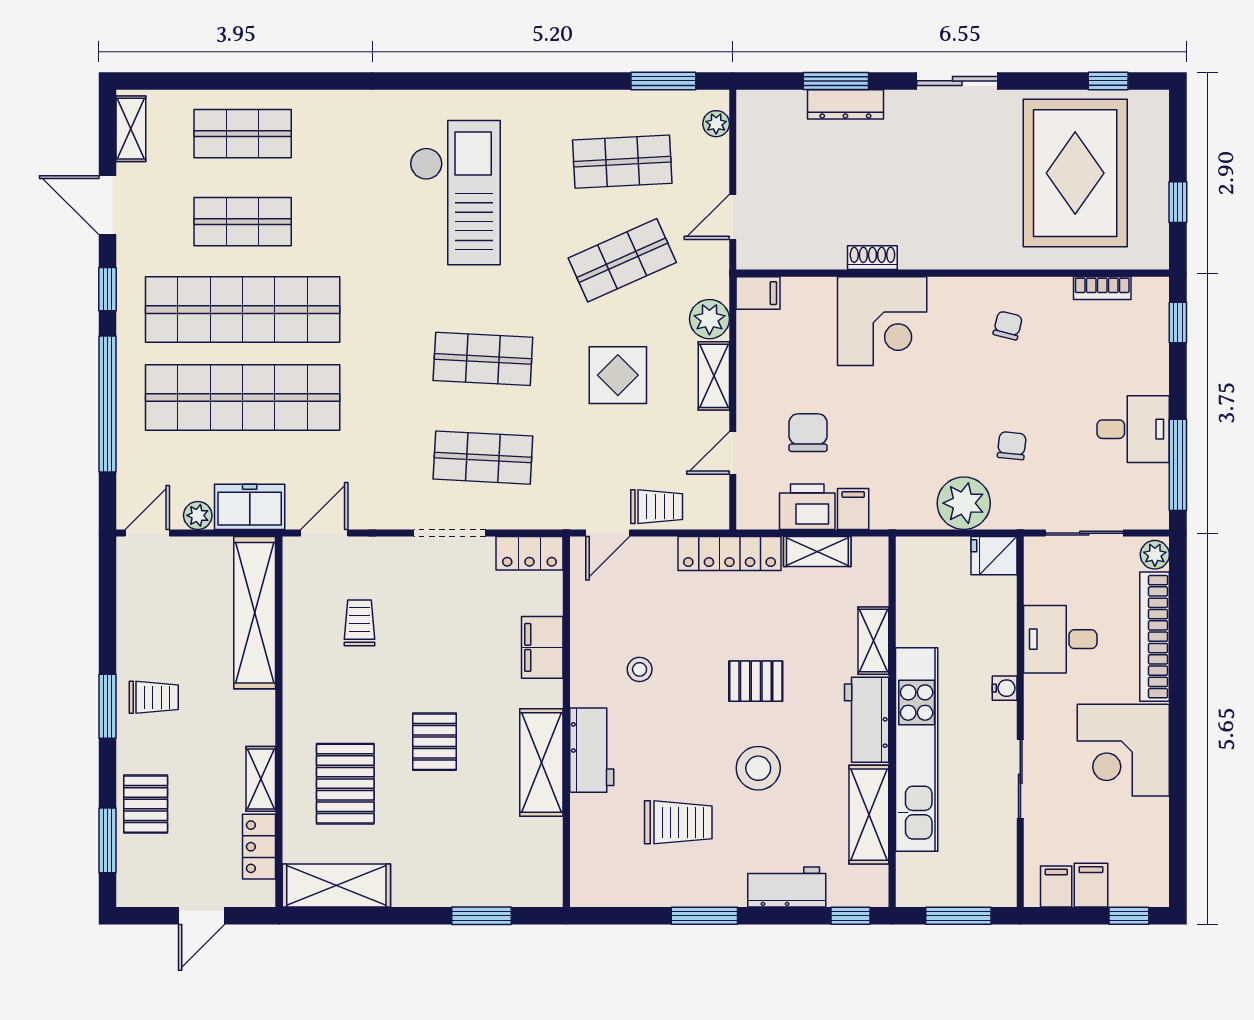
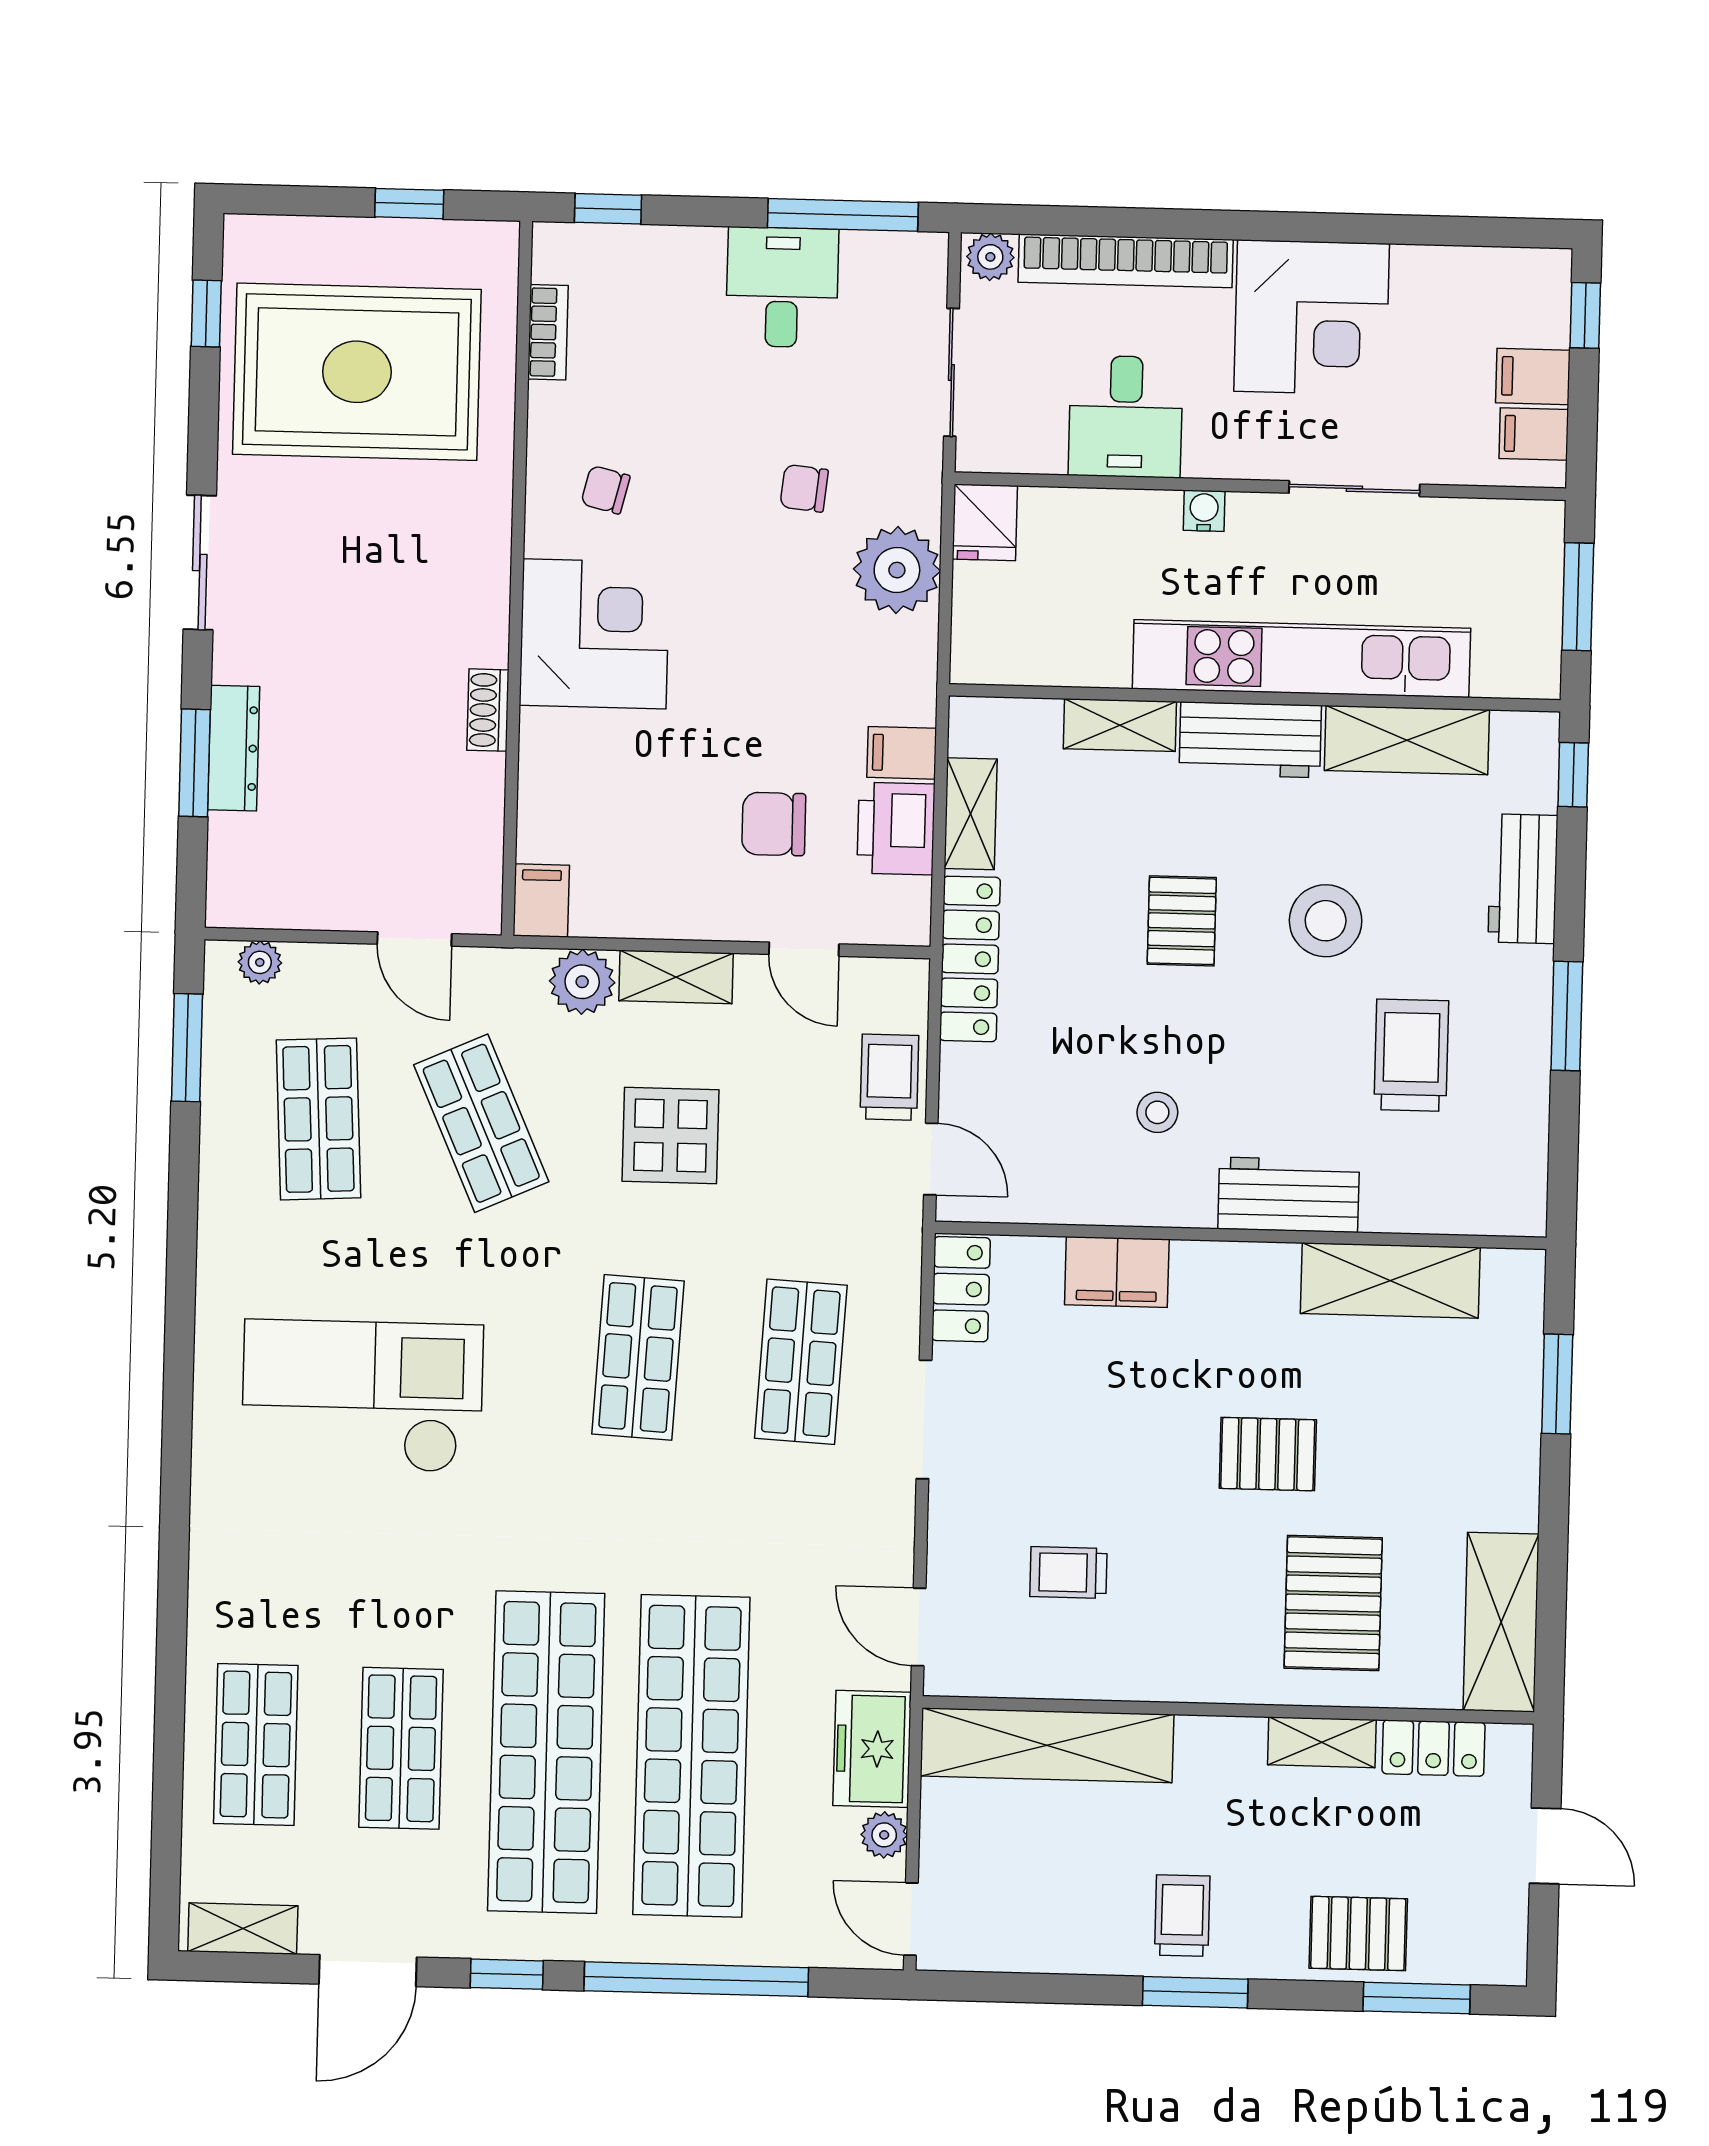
corner desk: (882, 321) -> (595, 634), moved
shelving: (541, 763) -> (1390, 1280), moved
pallet: (345, 784) -> (1333, 1603), turned 90

